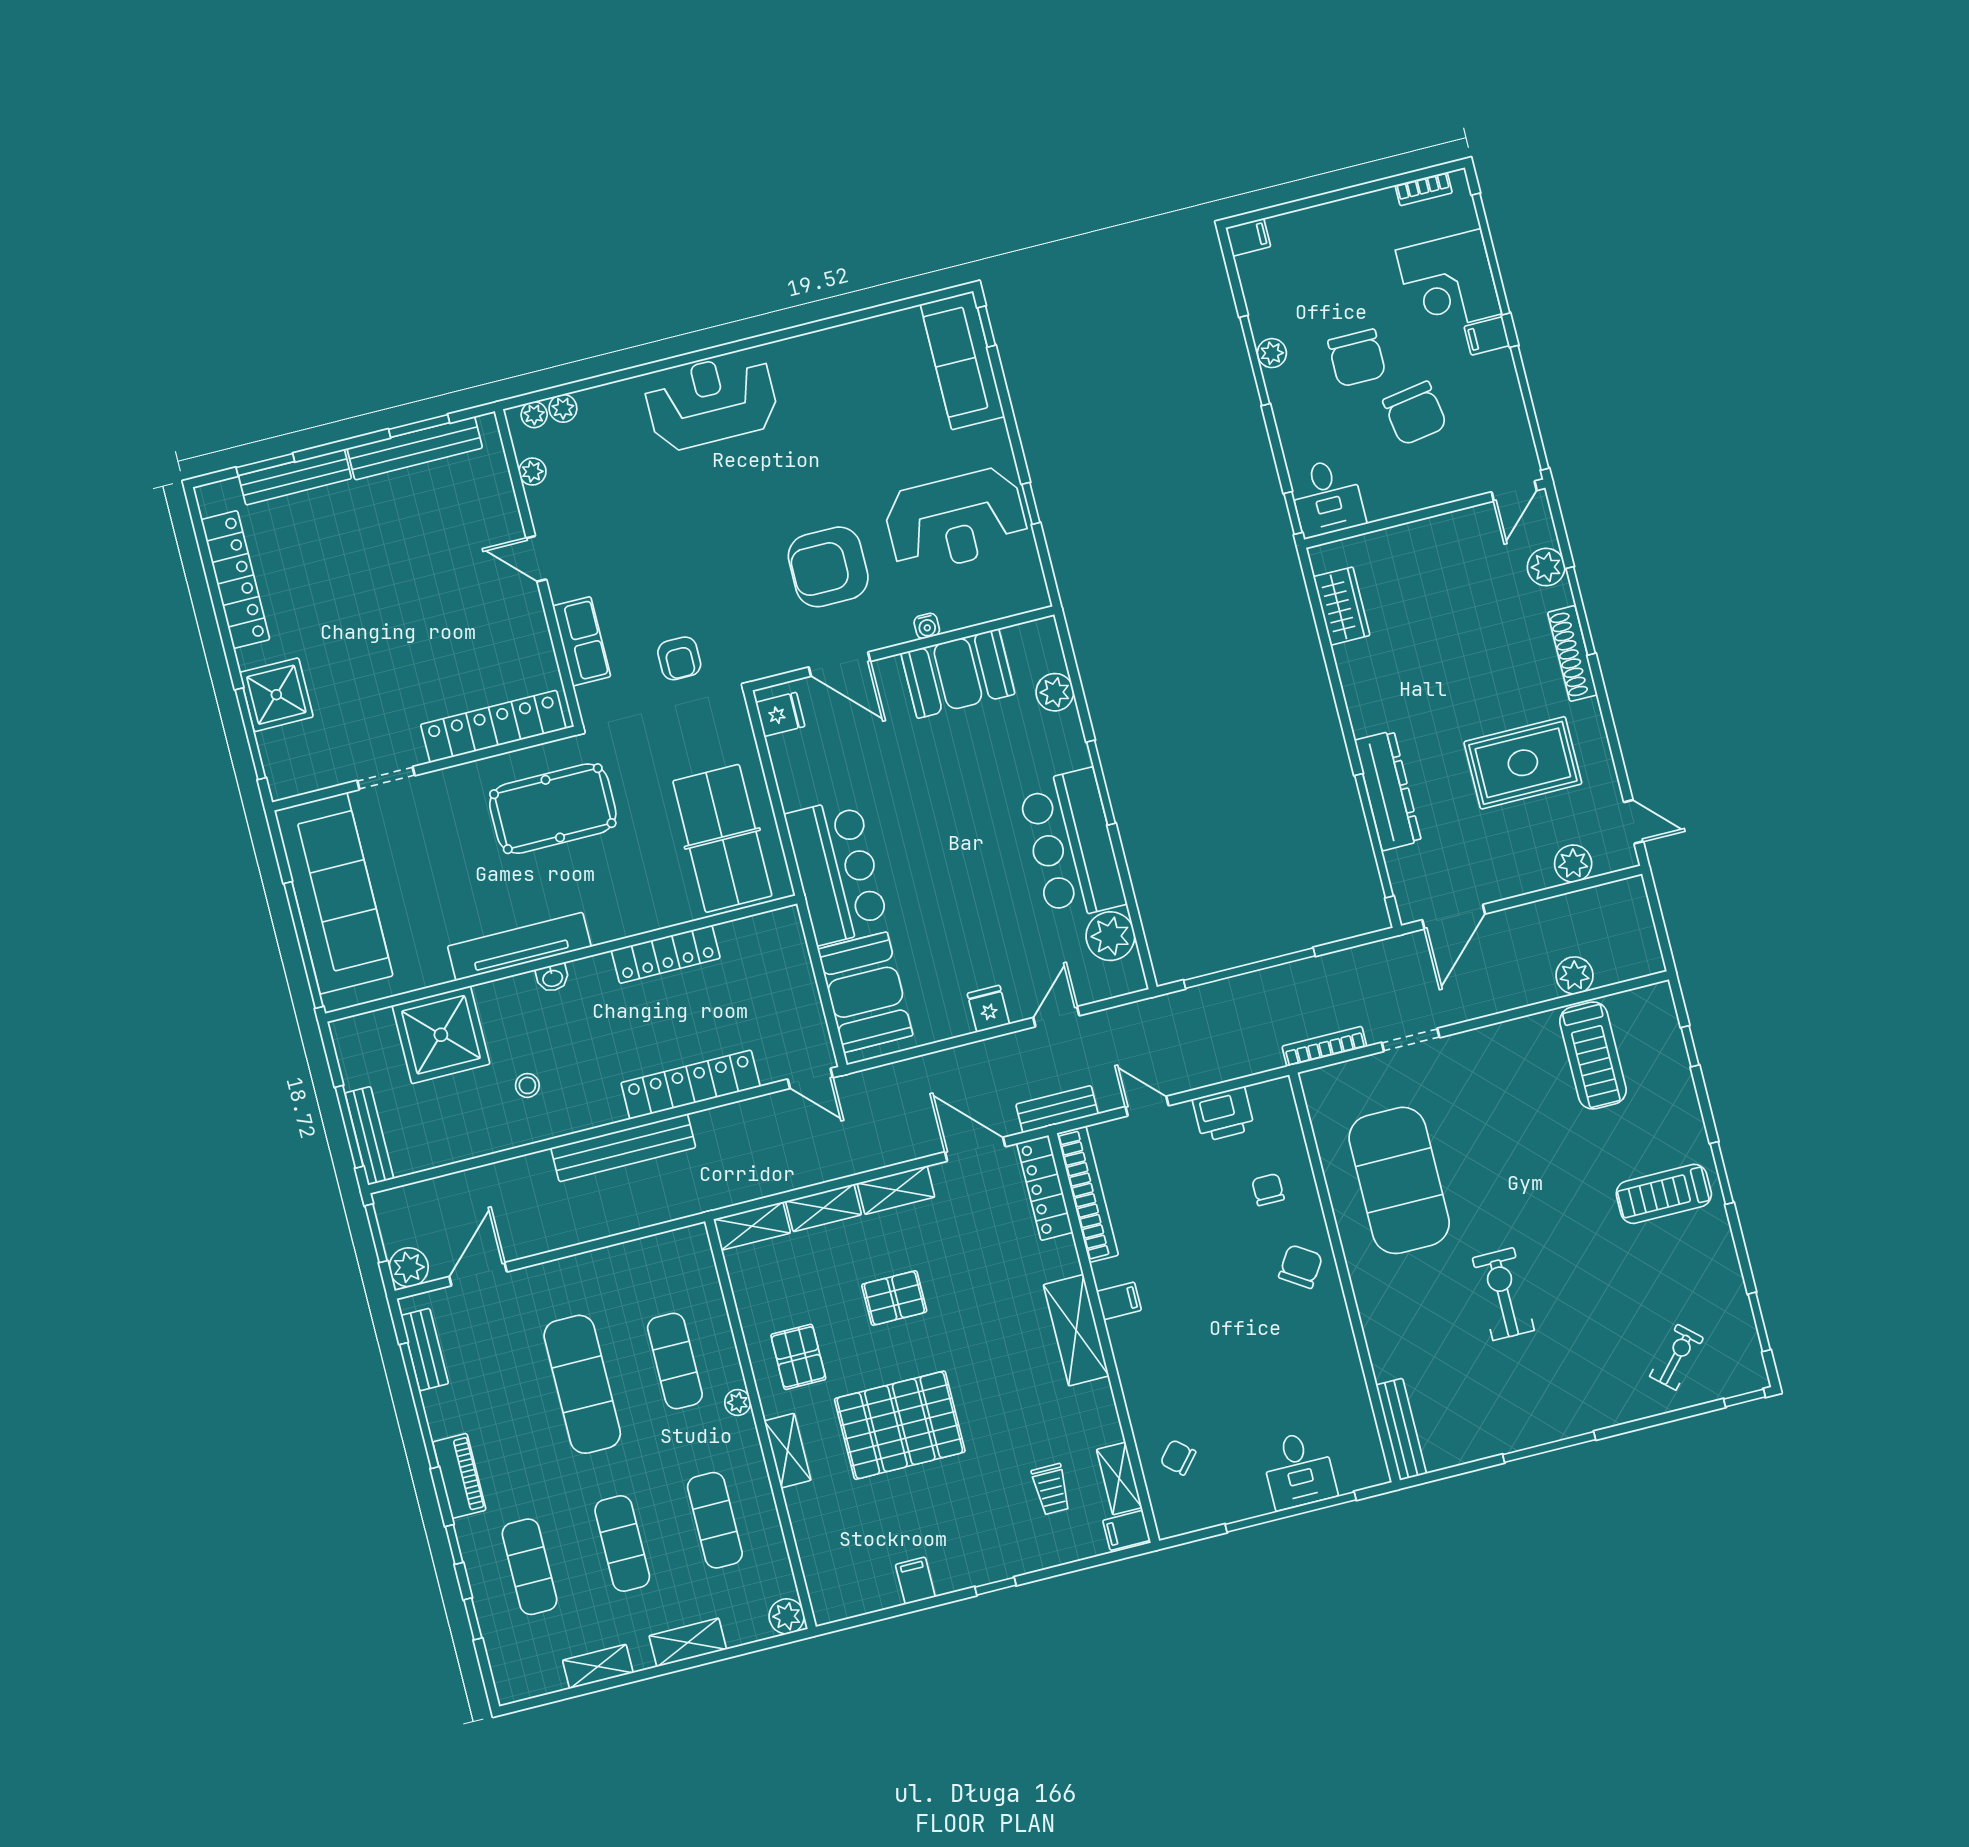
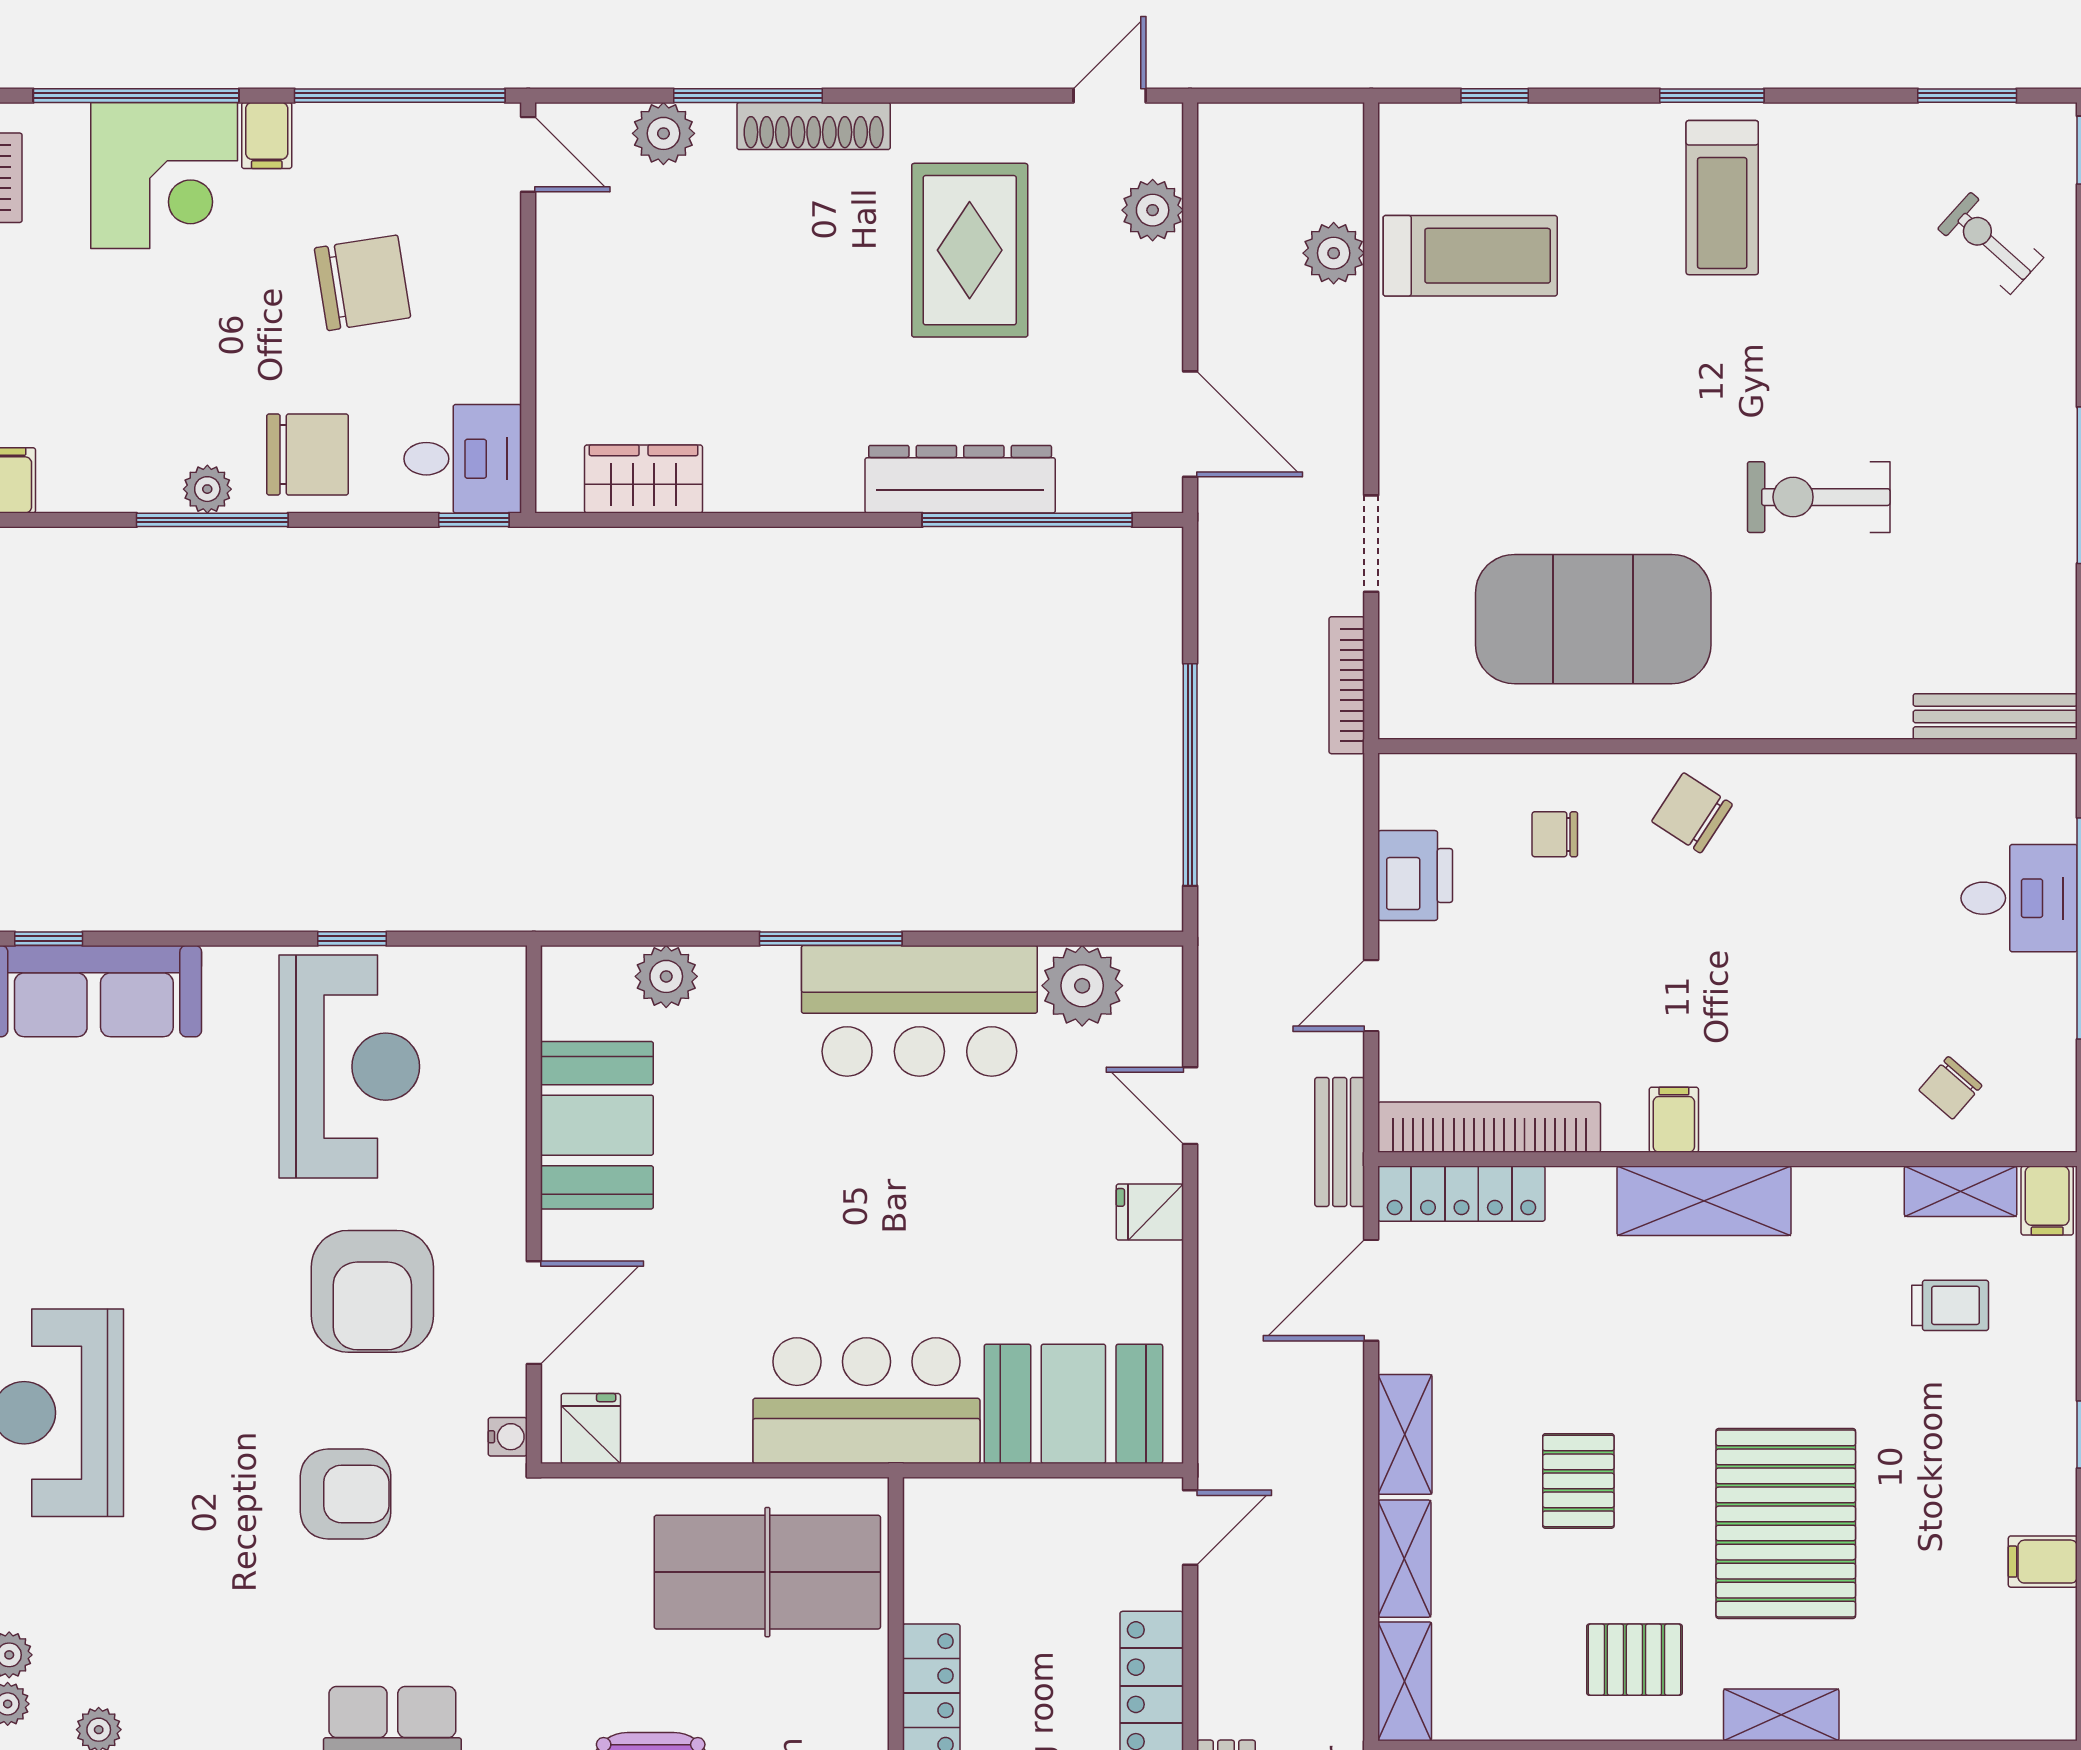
chair: (1357, 358) -> (308, 455), moved
water cooler: (927, 626) -> (508, 1437), moved
armchair: (679, 658) -> (346, 1494), moved, width x1.38, depth x1.38

